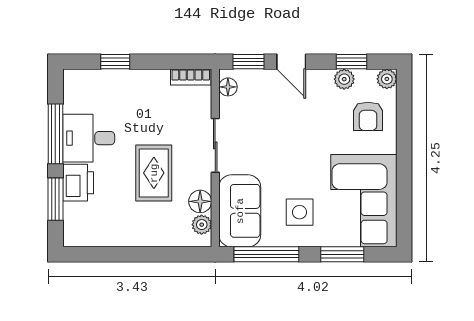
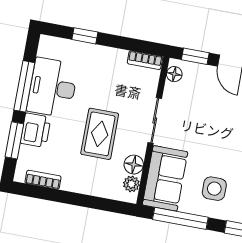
desk: (89, 138) -> (53, 88), width x1.37
bookcase: (97, 239) -> (43, 180), added

